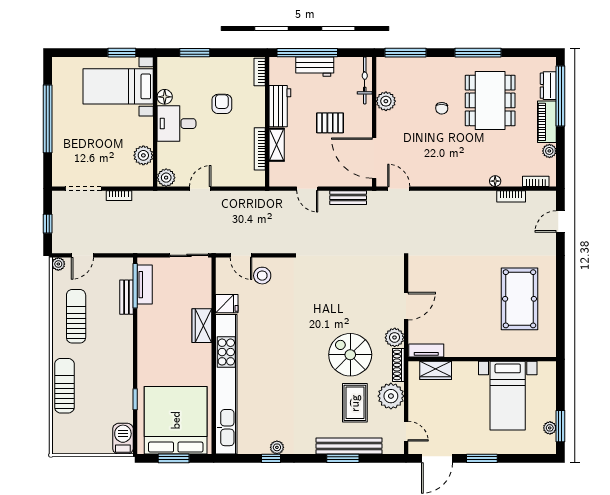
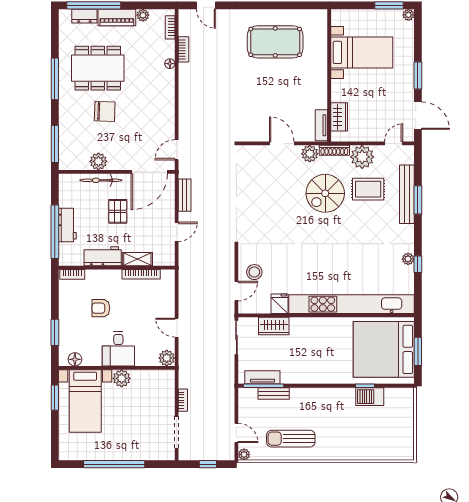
bicycle: (365, 80) -> (101, 180), moved
floor lamp: (165, 97) -> (75, 359), moved
chair: (442, 108) -> (105, 111), width x1.87, depth x1.87
plant: (143, 155) -> (122, 378), moved
wardrobe: (202, 326) -> (274, 326), moved
sun lounger: (64, 386) -> (353, 449), removed
plant: (550, 428) -> (408, 15), moved
barbecue: (123, 439) -> (370, 397), moved

